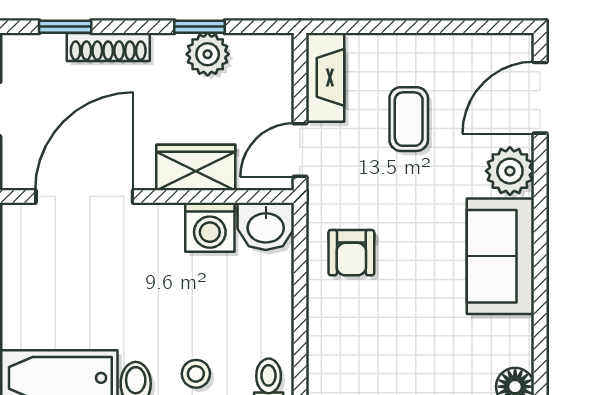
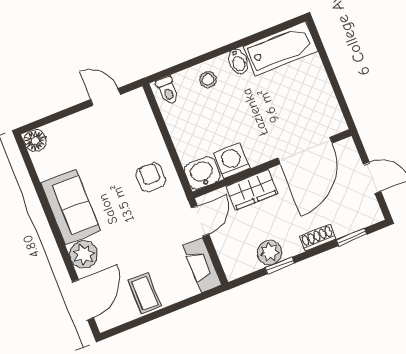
shoe rack: (108, 47) -> (318, 238), width x0.70
coffee table: (409, 119) -> (145, 293), moved

